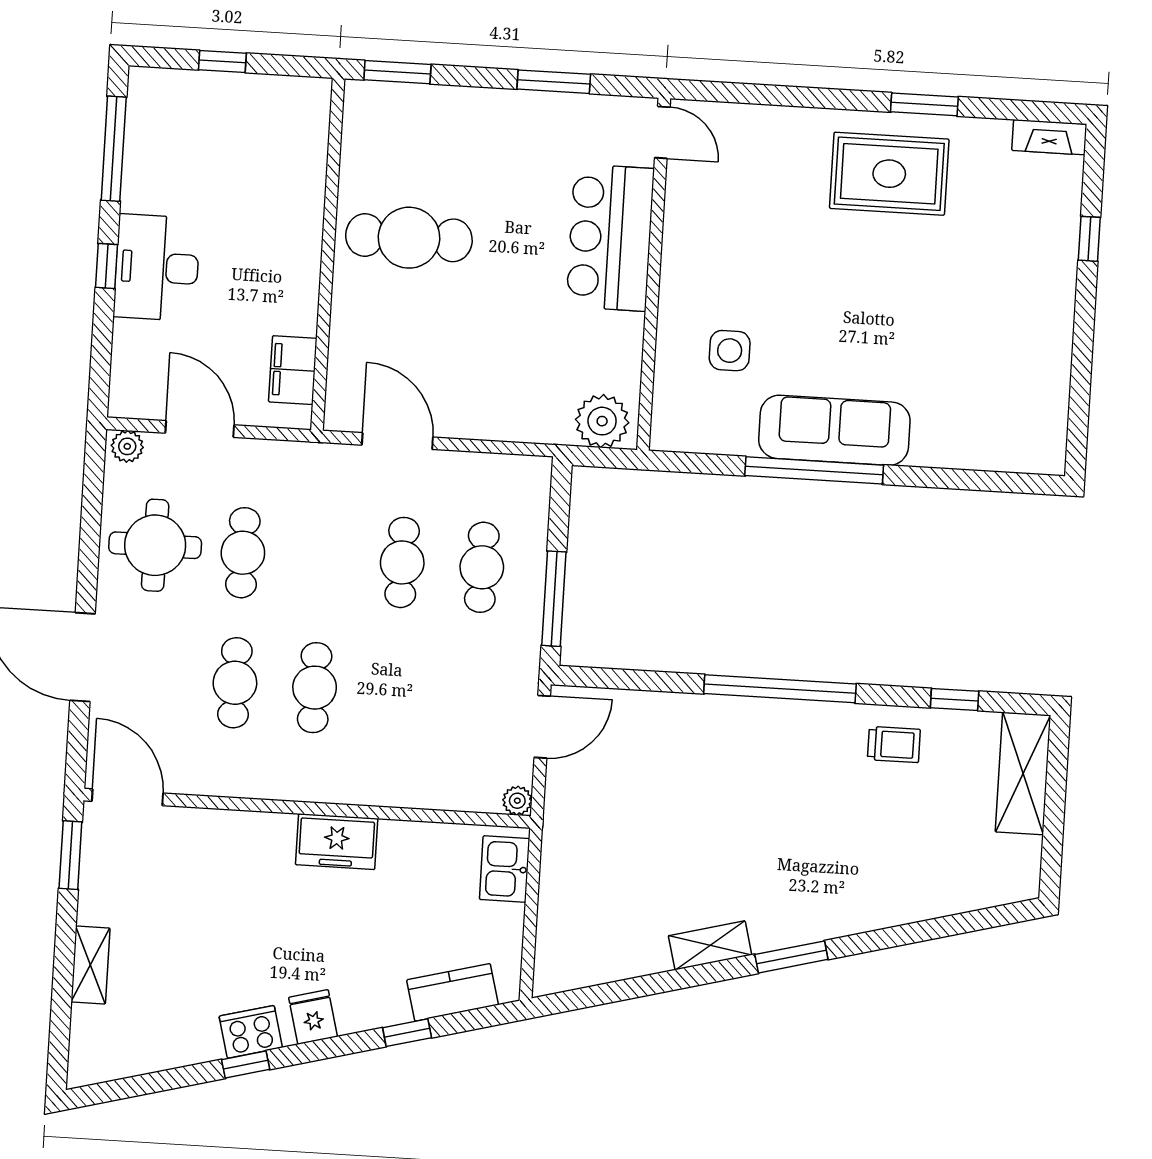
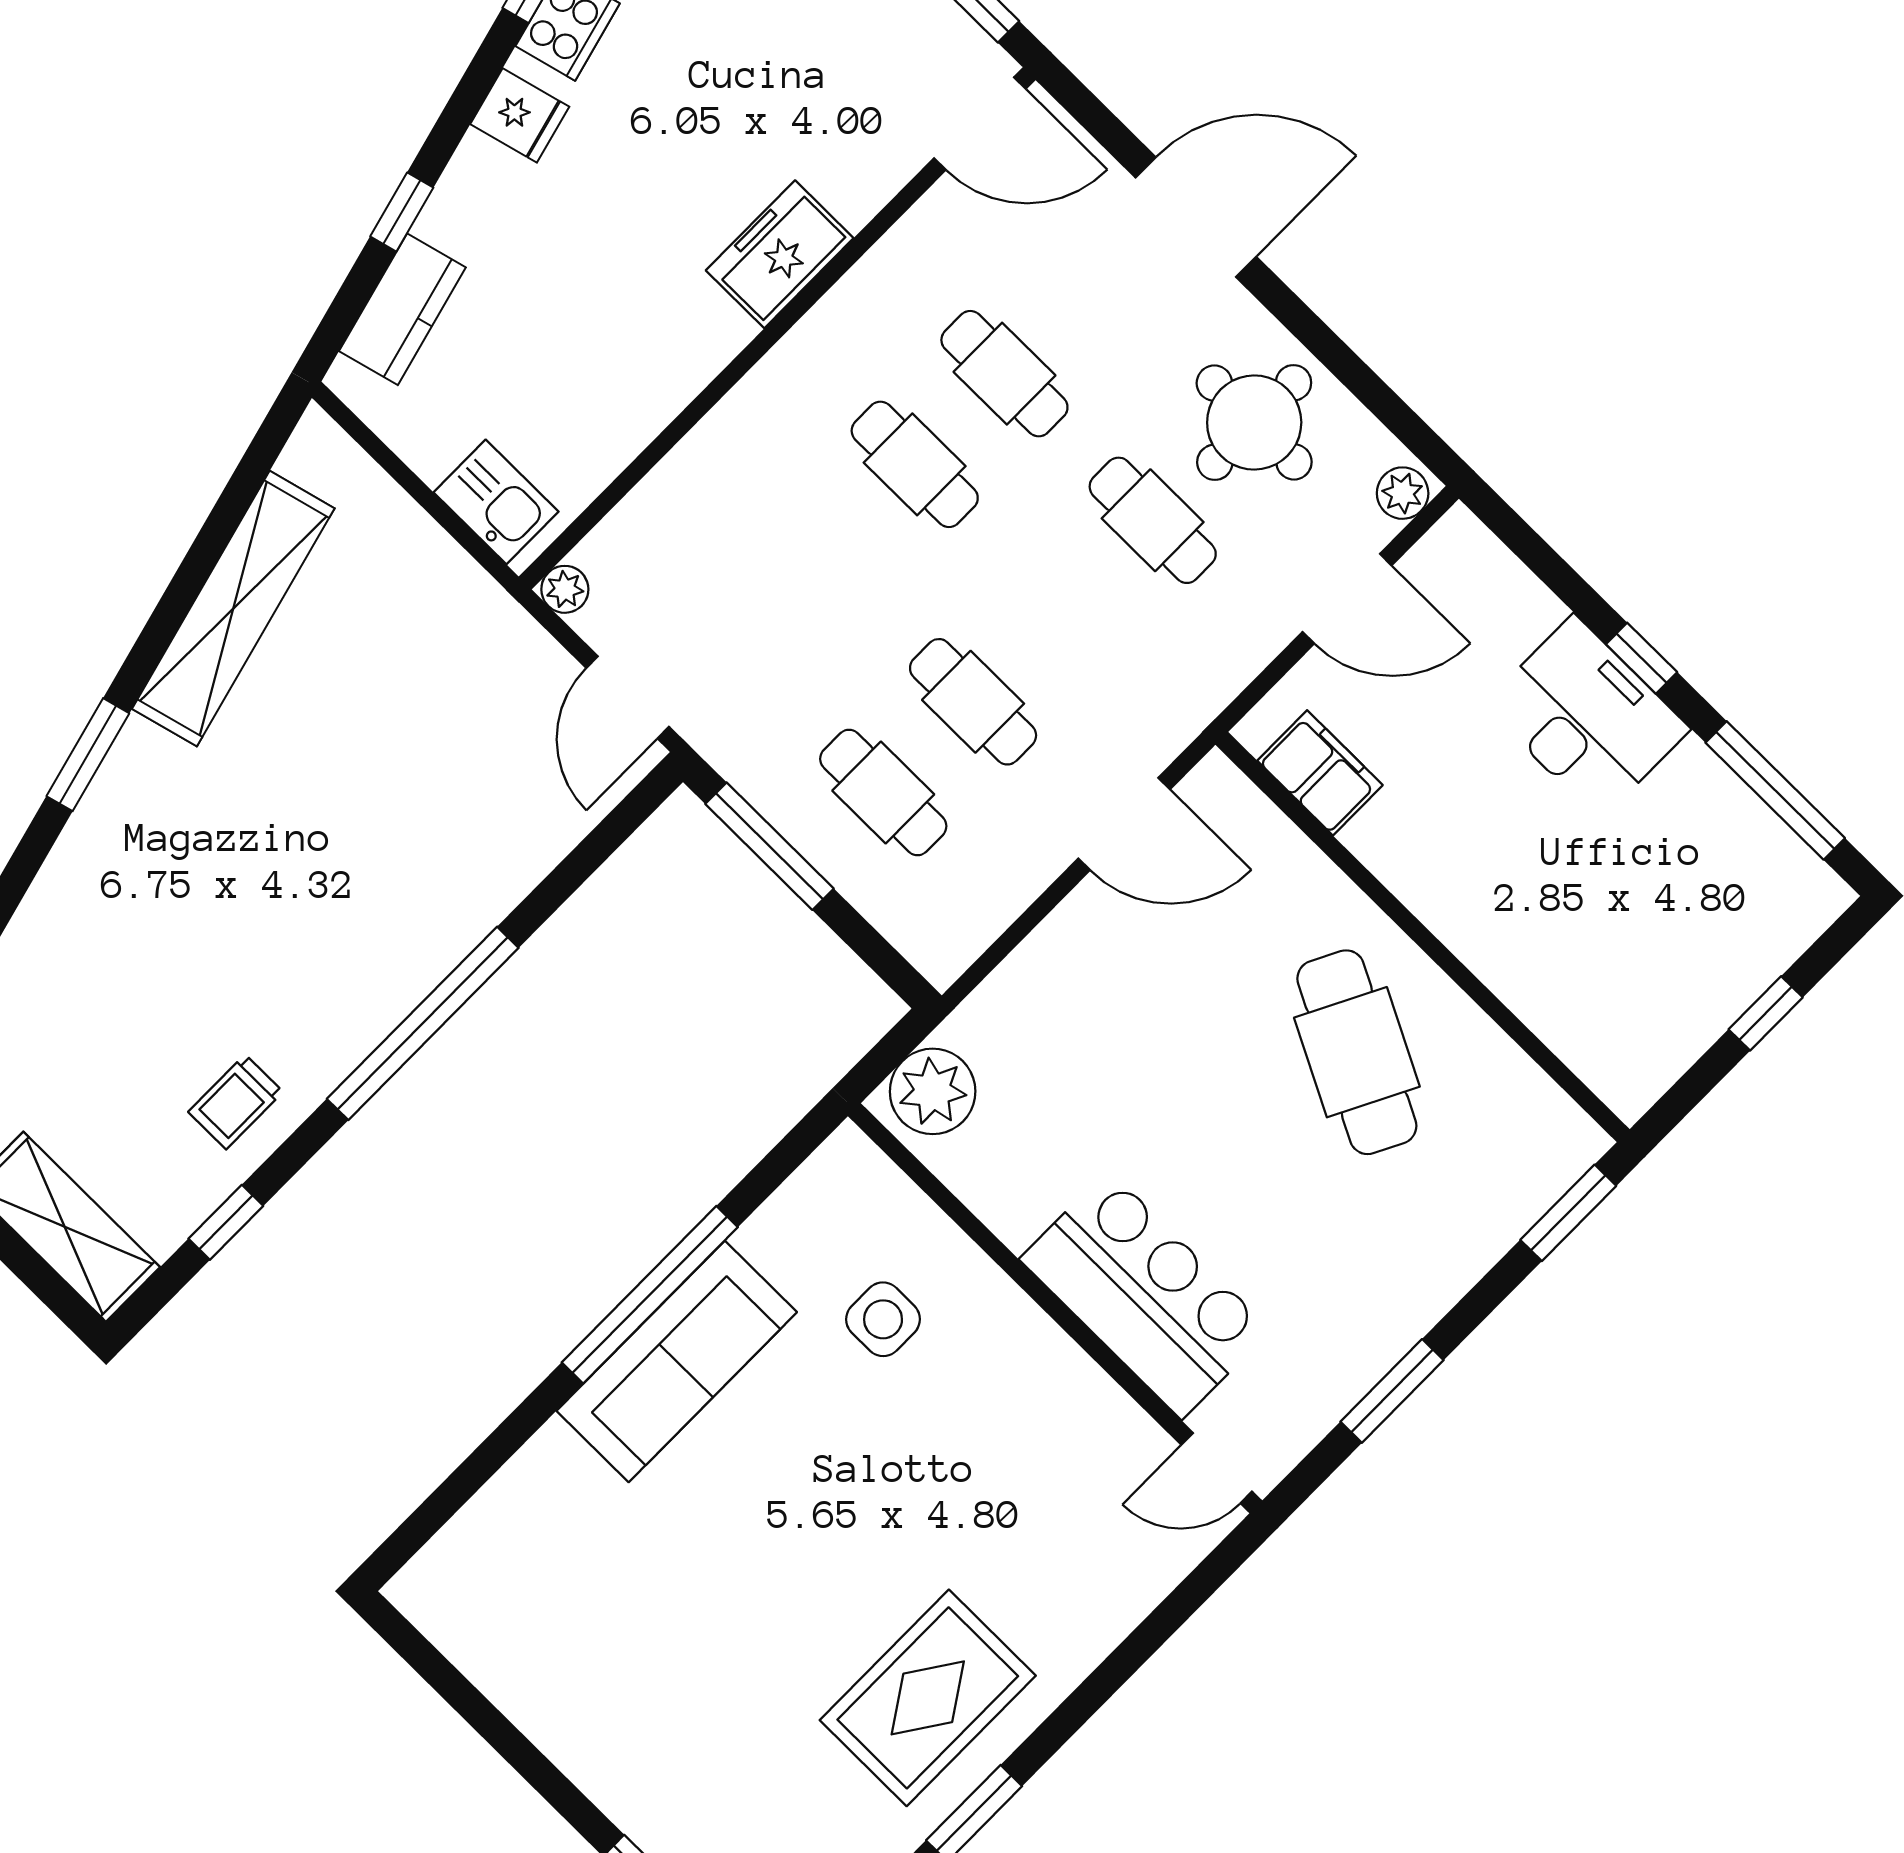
cafe table: (409, 238) -> (1357, 1052), turned -63
freezer: (337, 842) -> (780, 254), moved
shelving: (710, 945) -> (233, 609), width x2.20, depth x1.33

